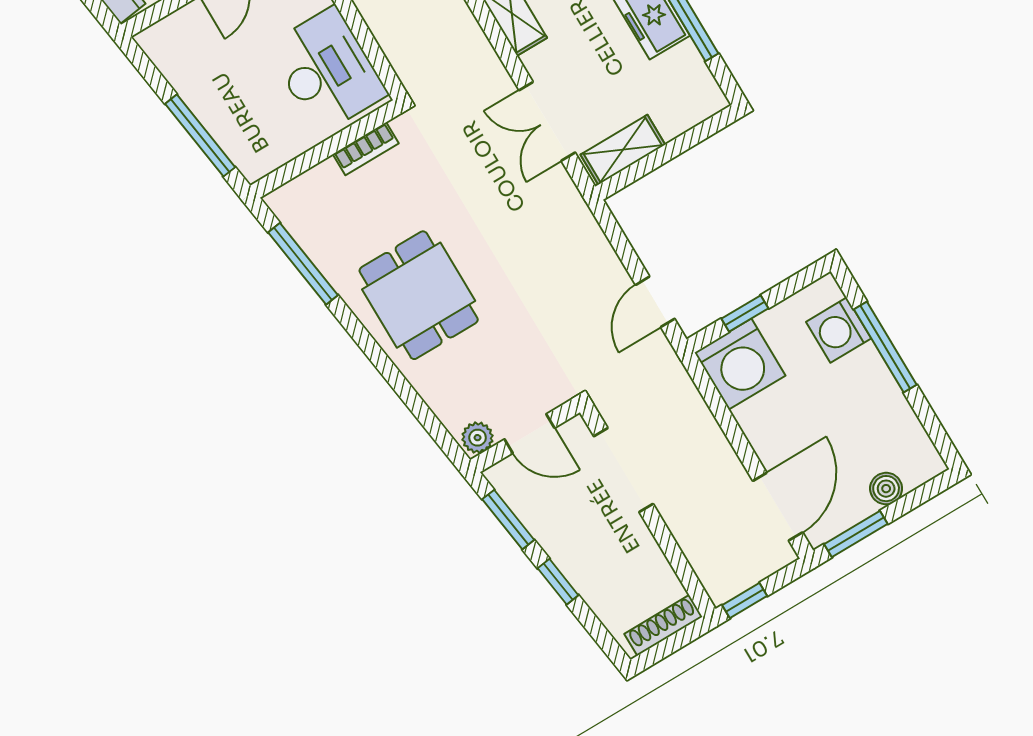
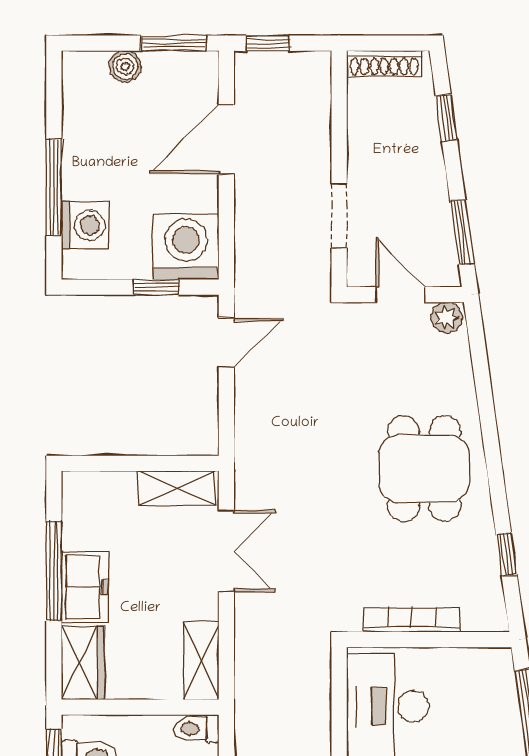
bookcase: (366, 149) -> (412, 620), width x1.56
window: (303, 264) -> (506, 554), width x0.46
doorway: (623, 470) -> (339, 216), width x0.73
door: (778, 507) -> (226, 139), moved
window: (558, 582) -> (446, 118), moved
window: (745, 601) -> (268, 43), moved

